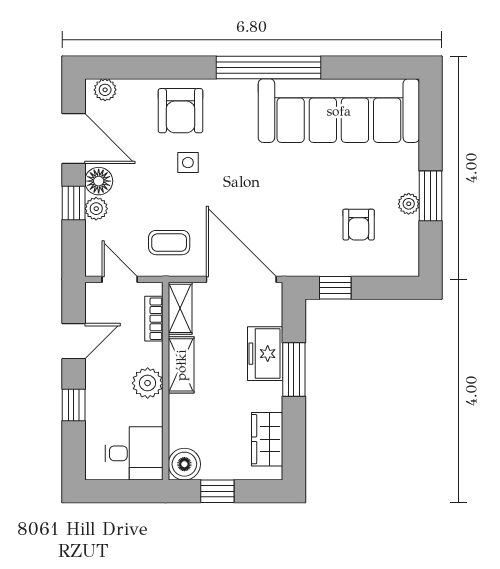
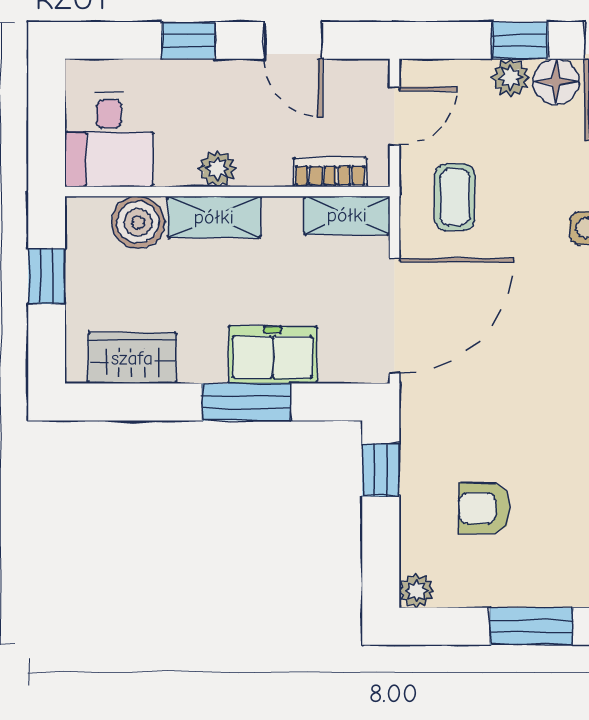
plant: (409, 204) -> (416, 590), moved
shelving: (181, 365) -> (214, 217), moved
plant: (148, 383) -> (217, 169), width x0.73, depth x0.73
boiler: (184, 464) -> (138, 222), moved

